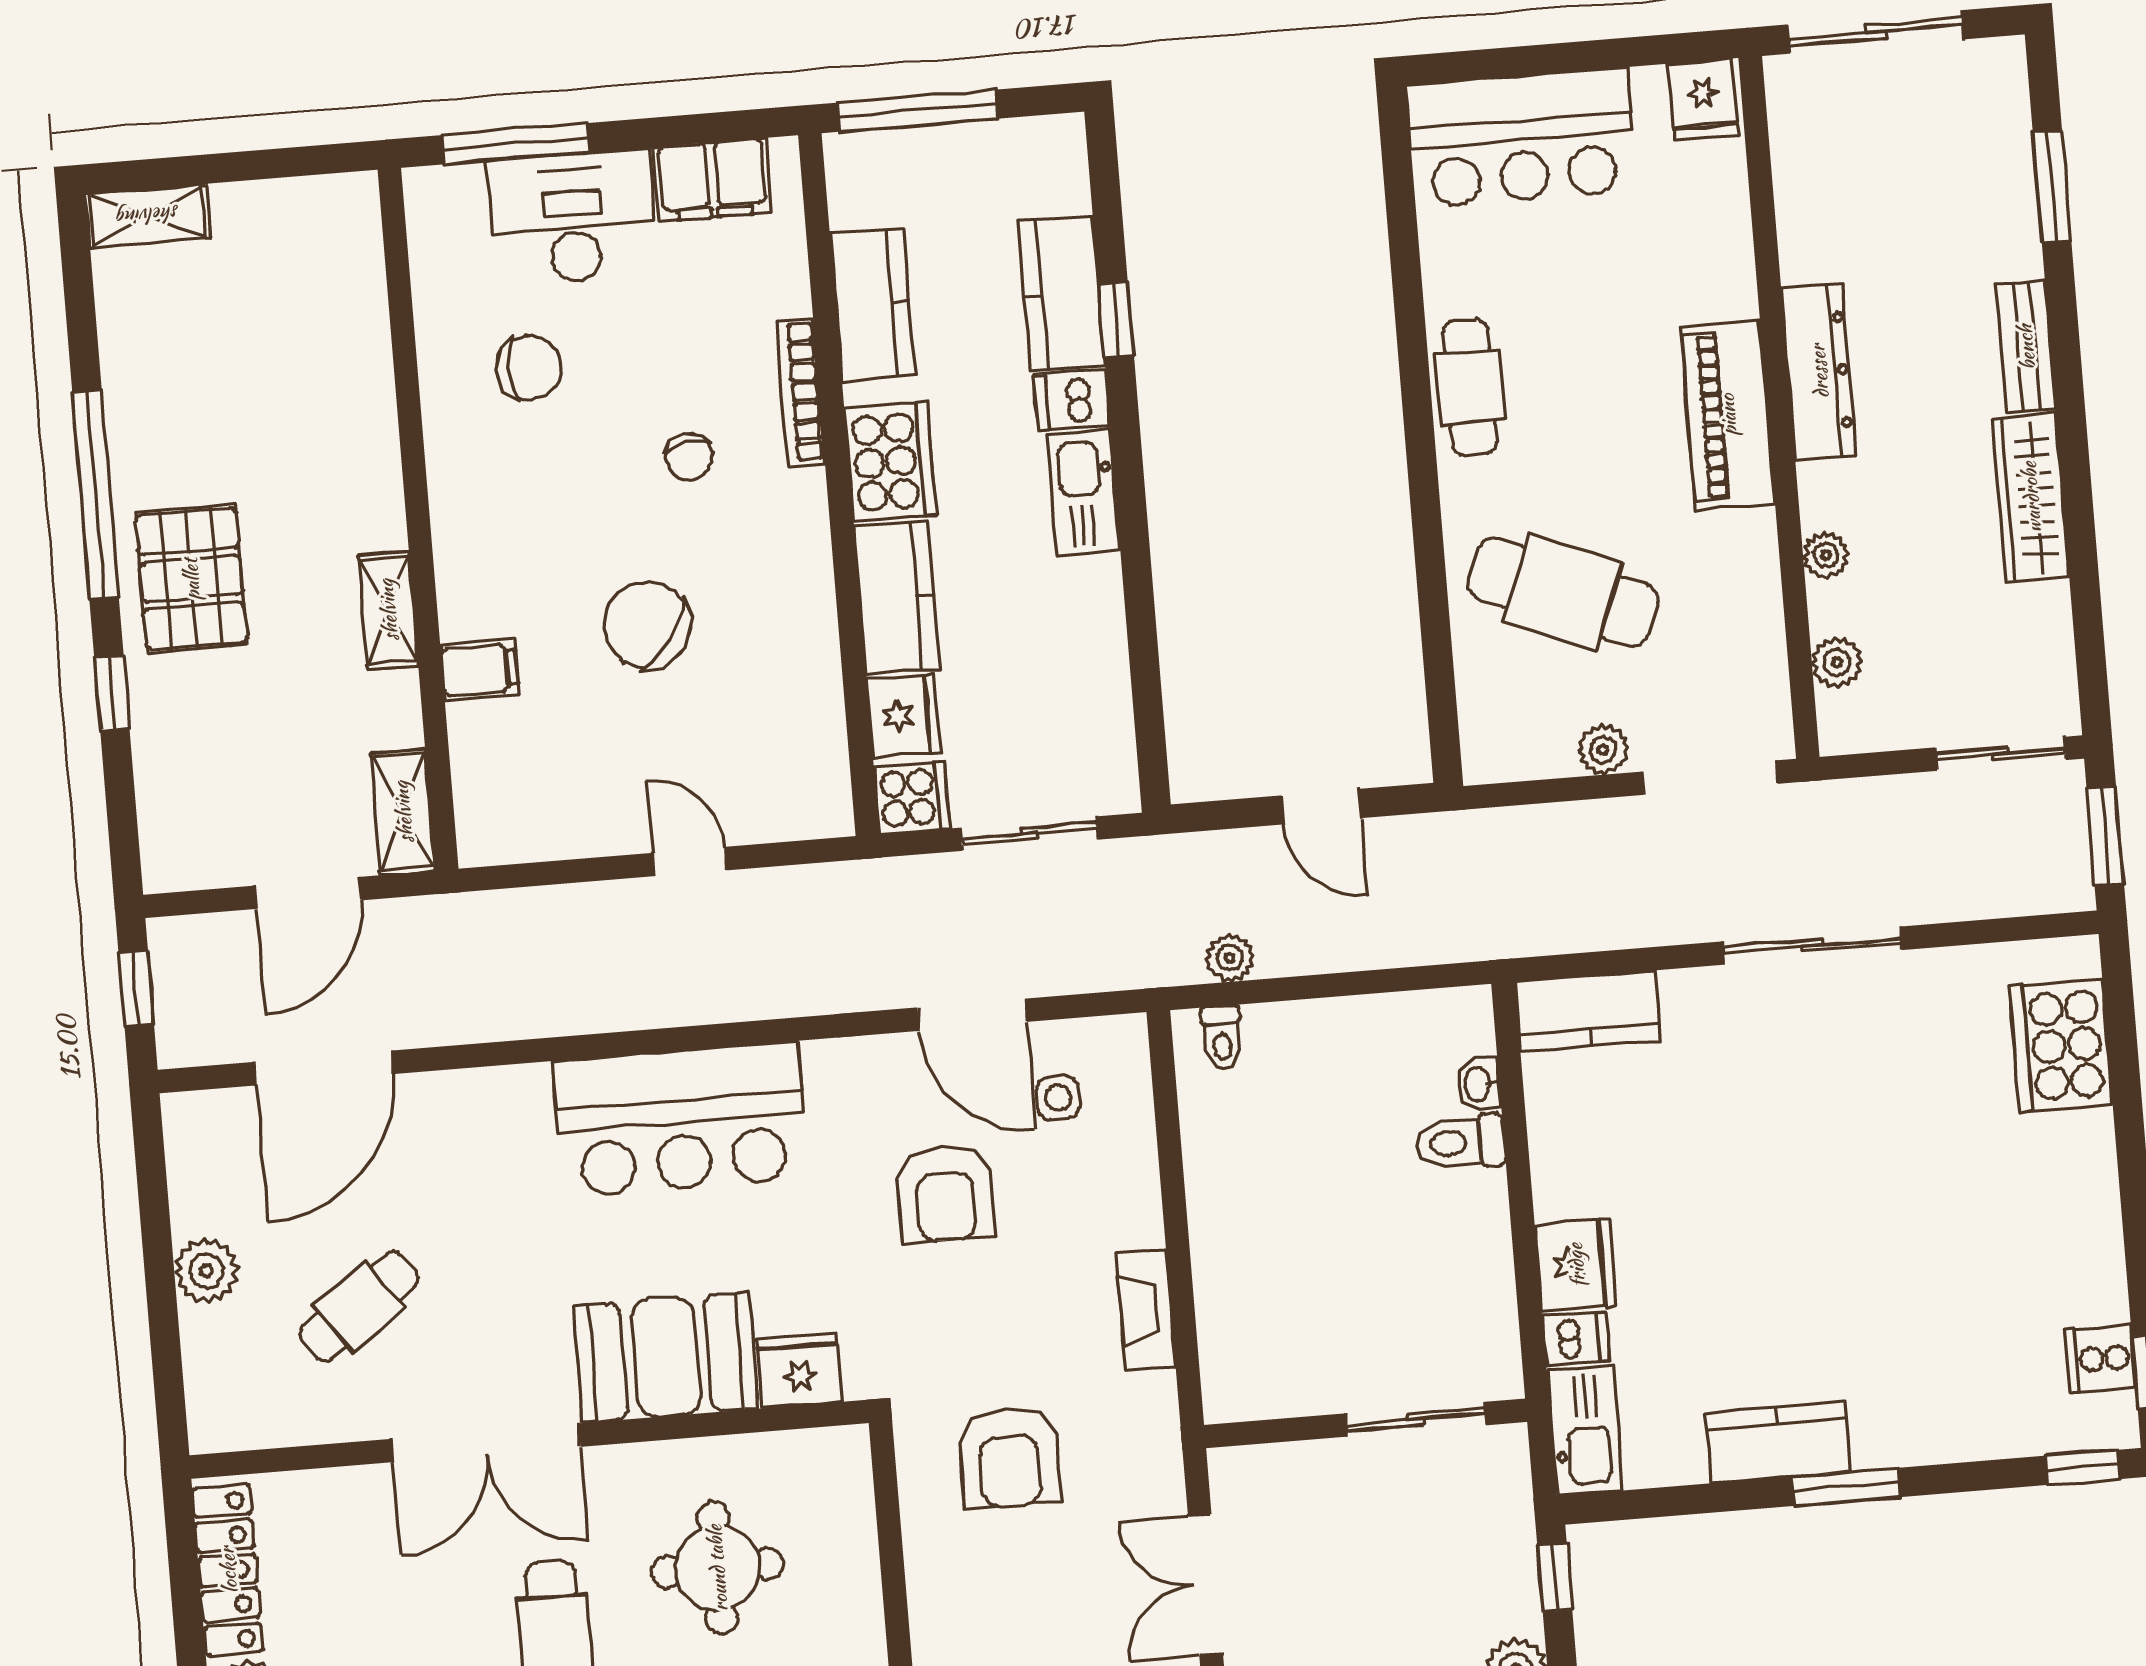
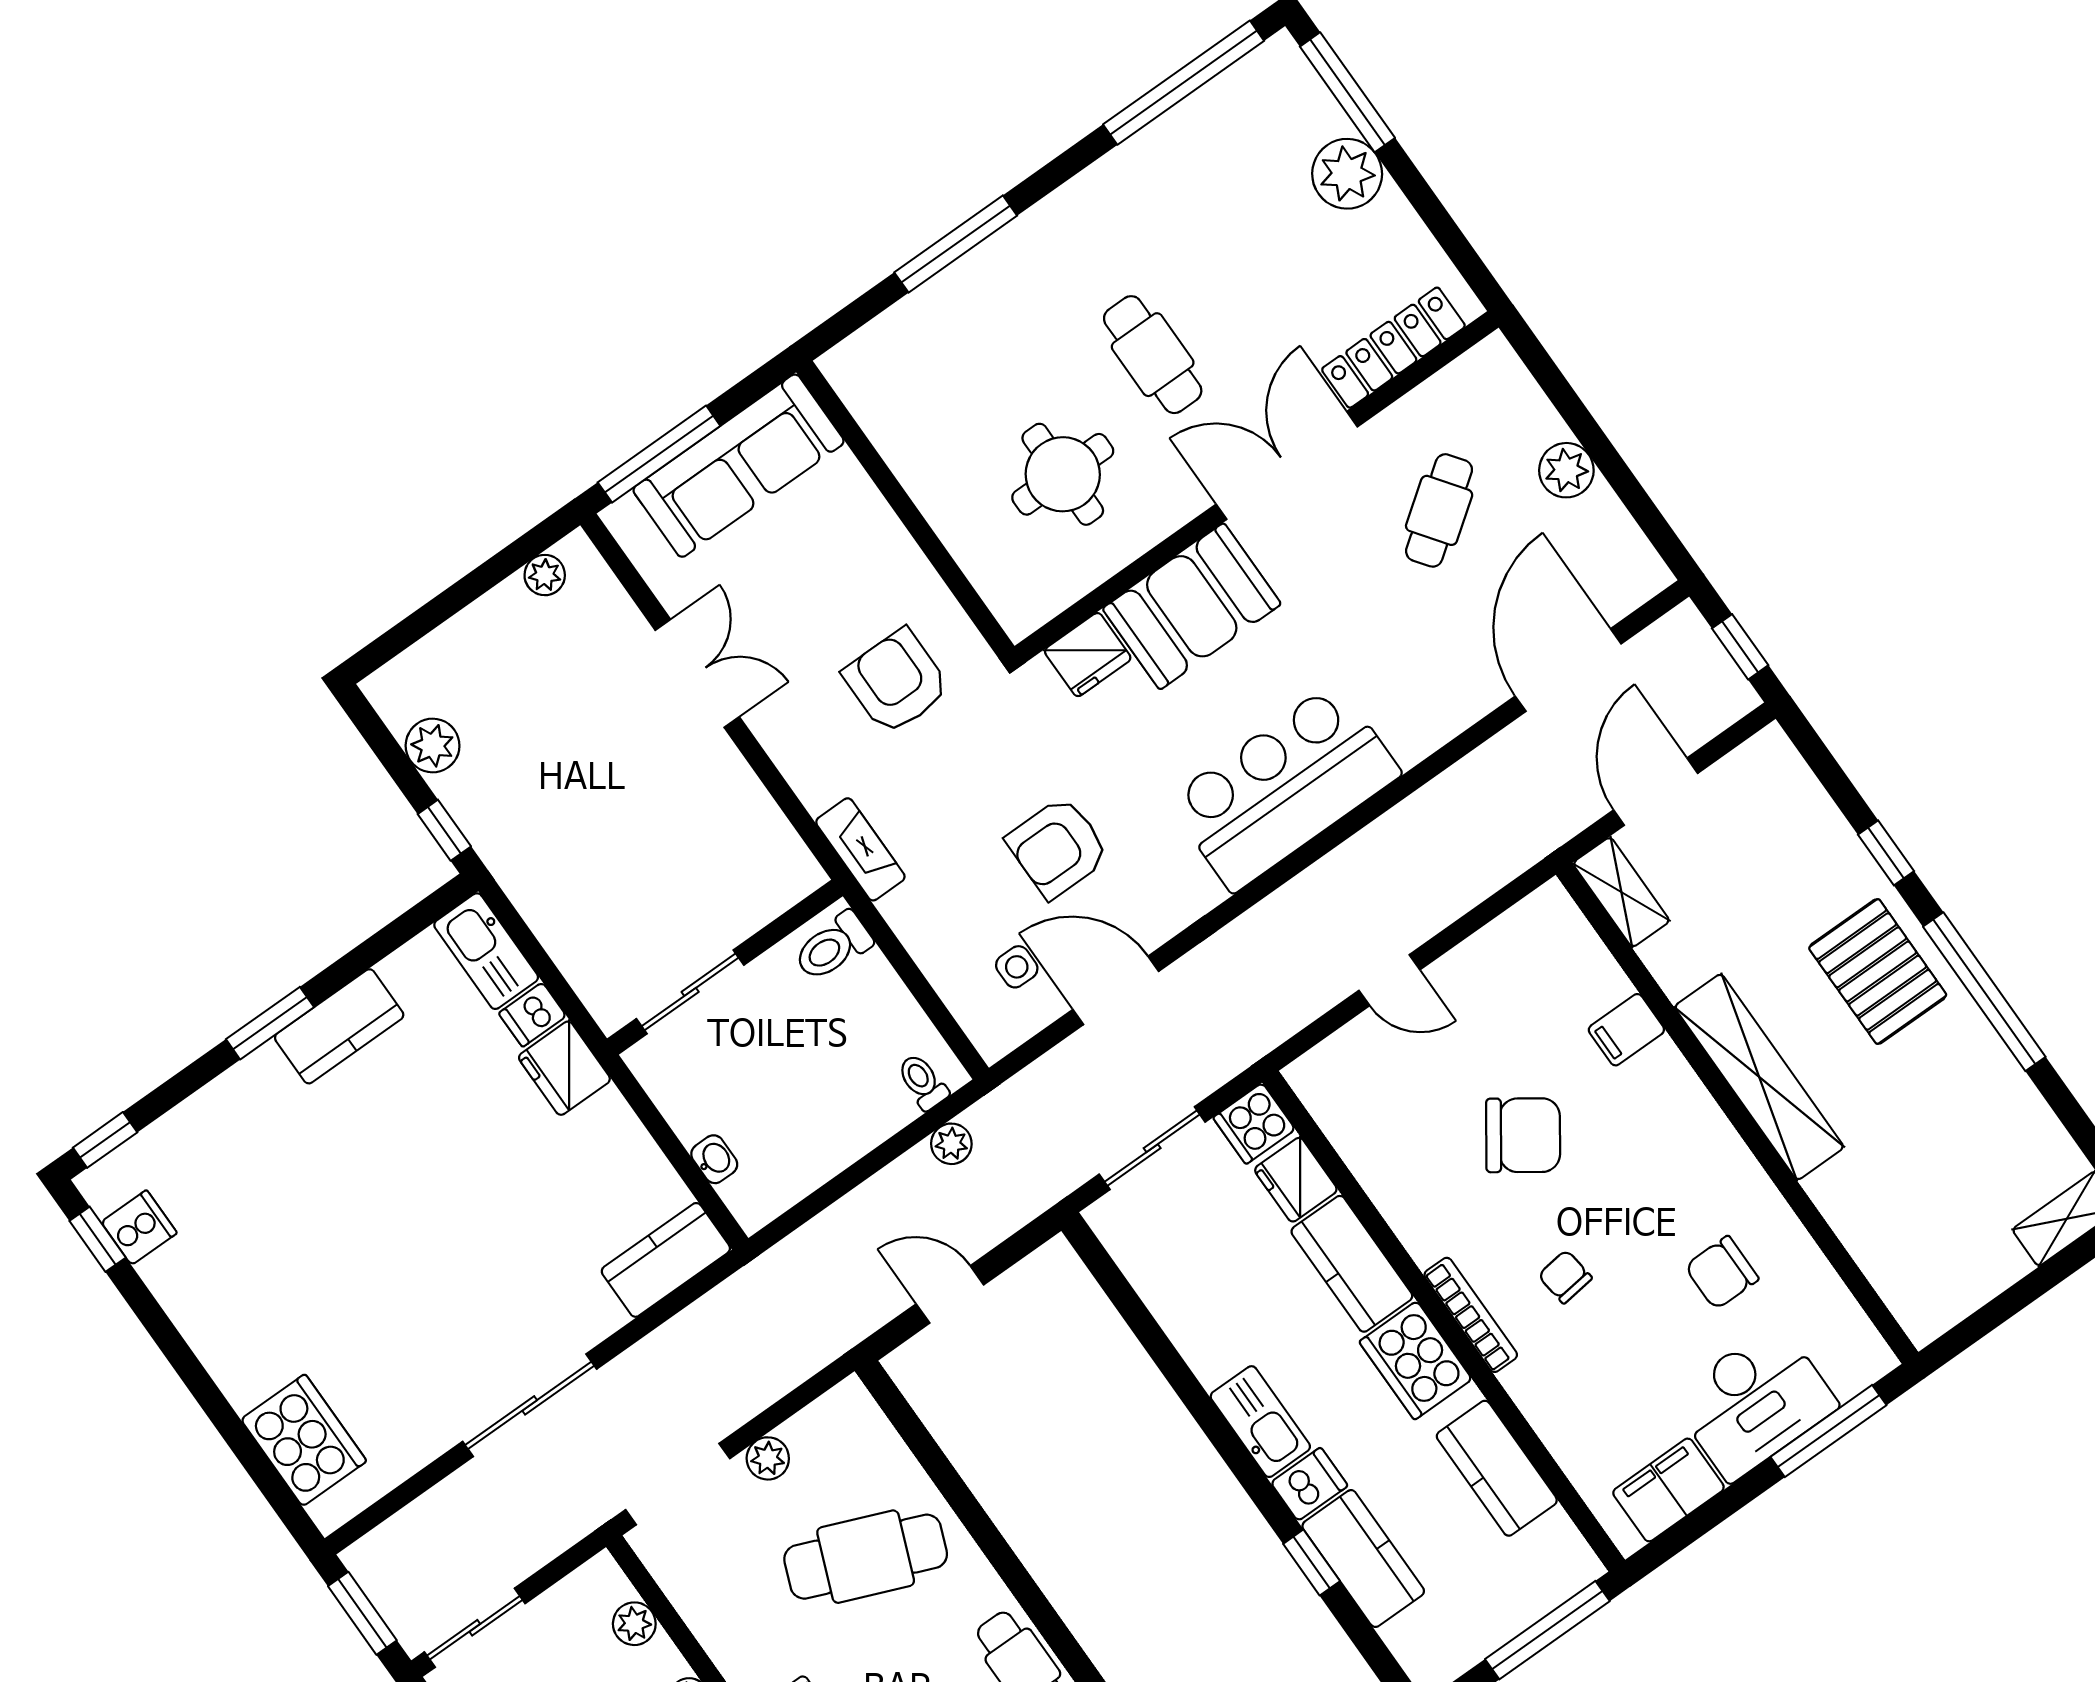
bookcase: (801, 392) -> (1471, 1315), moved
shelving: (388, 610) -> (1759, 1077), width x2.20, depth x1.33
toilet: (1460, 1143) -> (833, 947), moved, turned 180
armchair: (945, 1194) -> (1058, 847), turned -90
sliding door: (1416, 1419) -> (690, 992), moved
wall: (1366, 1423) -> (725, 967), moved
locker: (228, 1570) -> (1393, 348), moved, turned 90

